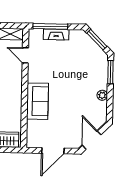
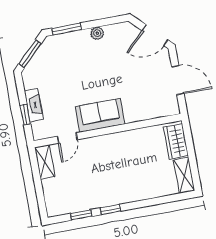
window: (50, 26) -> (25, 114), width x0.46
sofa: (38, 101) -> (100, 115), moved

